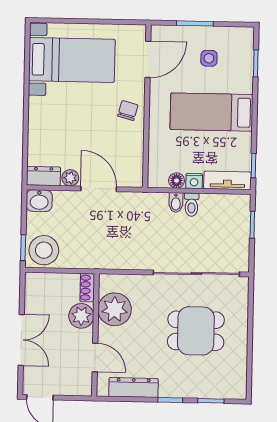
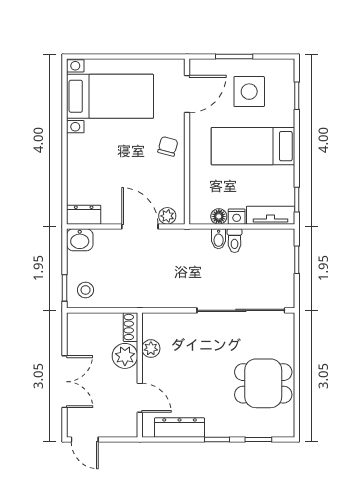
side table: (209, 58) -> (249, 92), width x1.87, depth x1.87
plant: (70, 178) -> (167, 216), moved
stool: (44, 250) -> (86, 290), width x0.53, depth x0.53
plant: (115, 309) -> (151, 349), width x0.53, depth x0.53
dining table: (196, 331) -> (263, 383), moved

